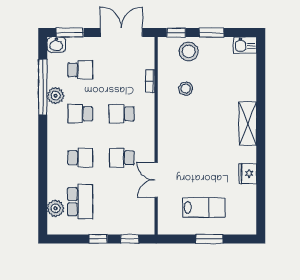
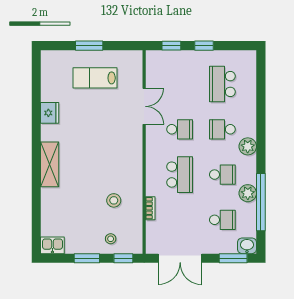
stool: (189, 51) -> (111, 239), width x0.53, depth x0.53
school desk: (80, 70) -> (222, 220), turned 180
school desk: (122, 114) -> (180, 175), width x1.85
plant: (56, 208) -> (248, 146), moved

